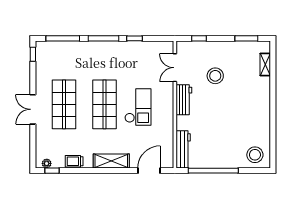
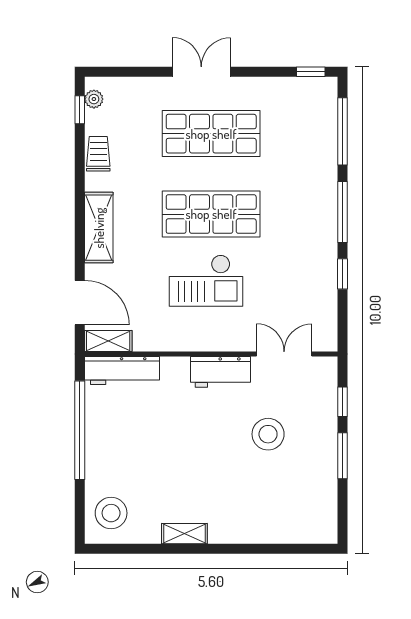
window: (246, 38) -> (343, 456), moved
shelving: (265, 65) -> (184, 534), moved
shelving: (168, 156) -> (108, 341), added

